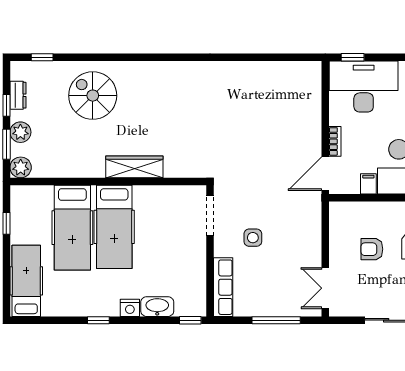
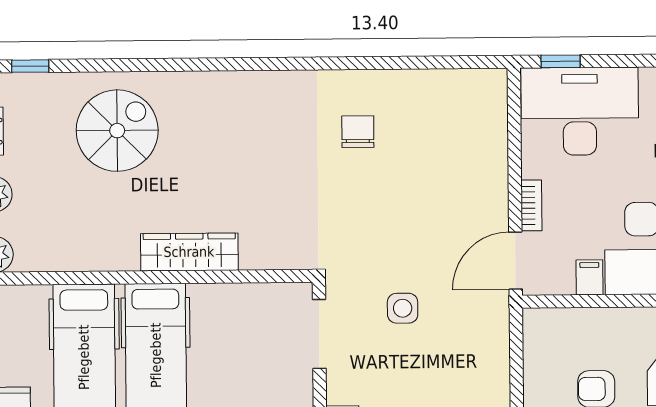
spiral stairs: (93, 96) -> (117, 131), turned 90
chair: (234, 97) -> (358, 132), added
side table: (253, 238) -> (403, 308), moved

